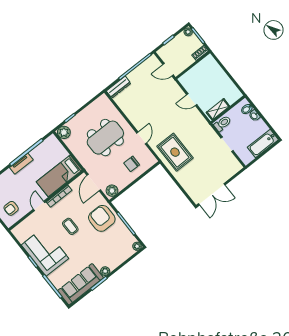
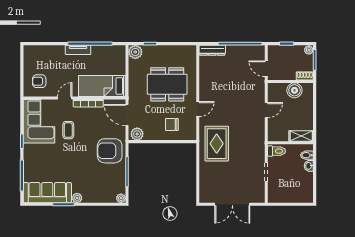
boiler: (201, 69) -> (294, 90), added
door: (192, 100) -> (266, 110), swing flipped
shelving: (218, 109) -> (301, 136), moved
bathtub: (263, 143) -> (297, 195), removed
door: (94, 183) -> (127, 115), hinge flipped
double door: (212, 194) -> (232, 204), moved
armchair: (102, 218) -> (110, 151), turned -90
coffee table: (70, 226) -> (68, 130), moved
corner sofa: (45, 252) -> (39, 121), moved

